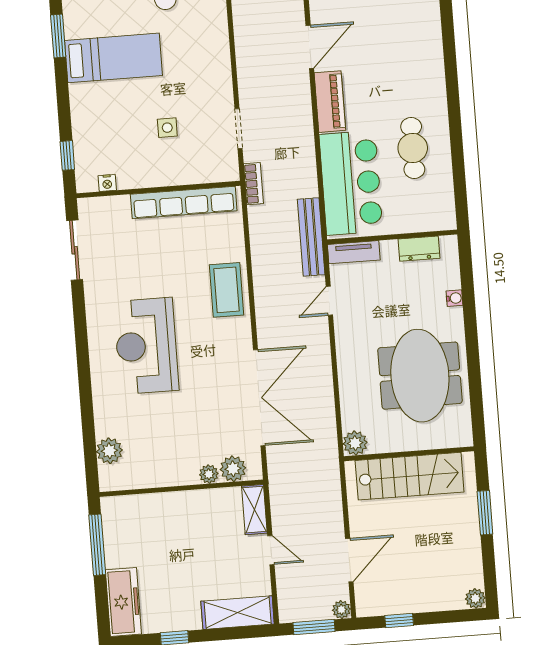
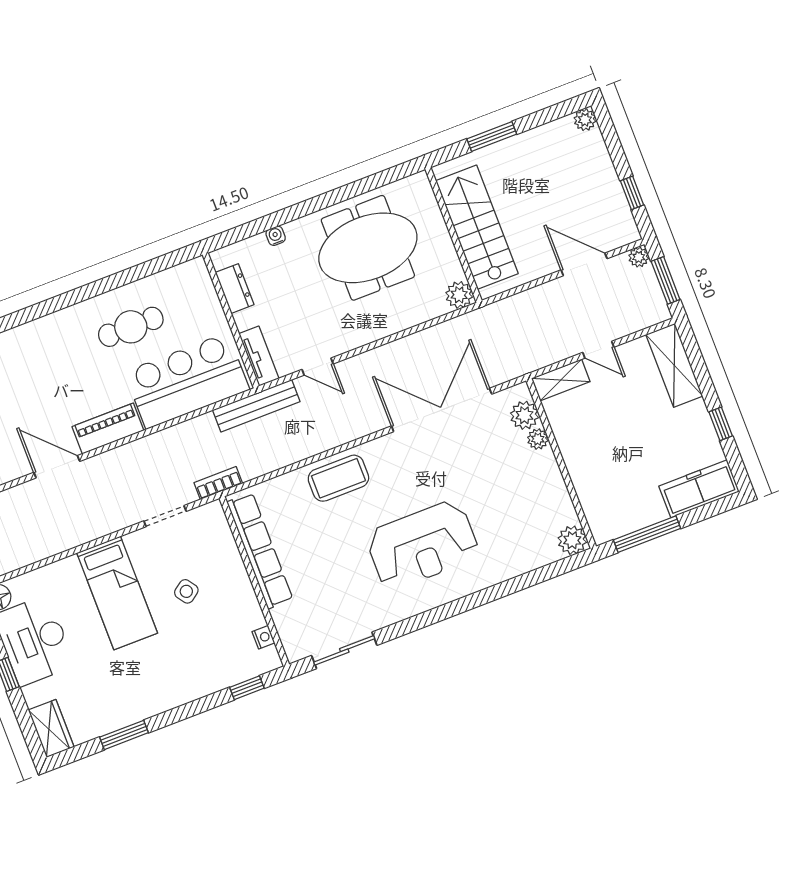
bed: (113, 58) -> (117, 593), moved, turned 180
side table: (167, 128) -> (186, 591), turned -36
plant: (109, 451) -> (572, 540), moved
door: (271, 550) -> (598, 350), swing flipped

